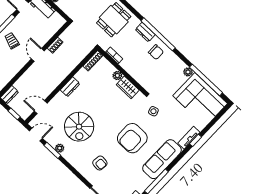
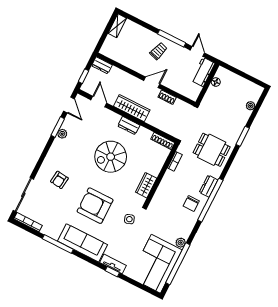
plant: (117, 75) -> (155, 171), removed
wardrobe: (55, 79) -> (132, 108), added
spiral stairs: (79, 127) -> (111, 157), moved

